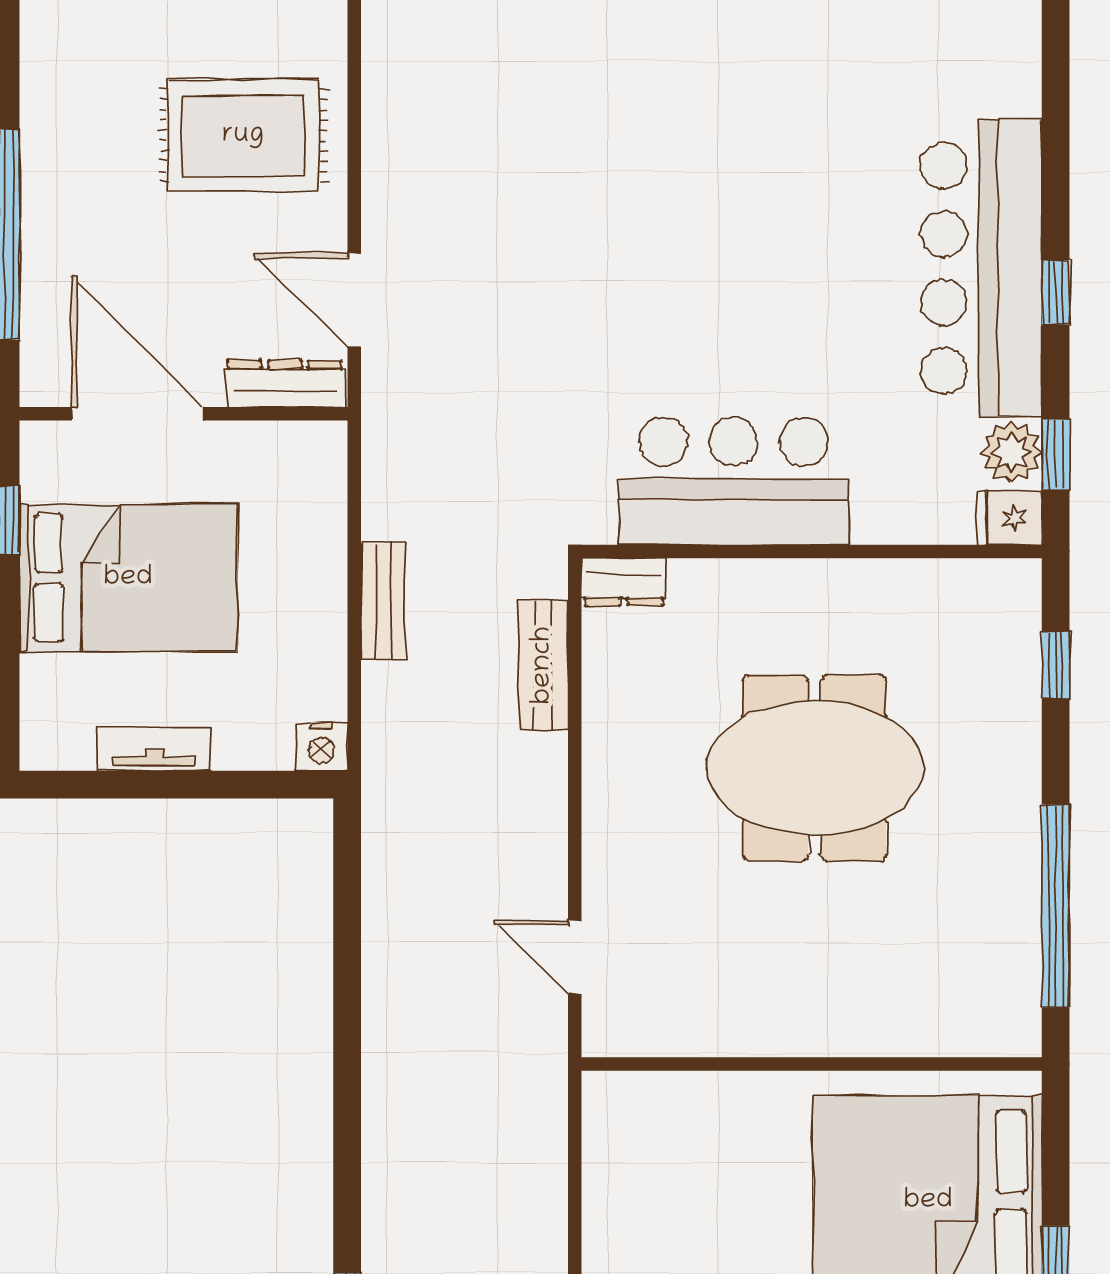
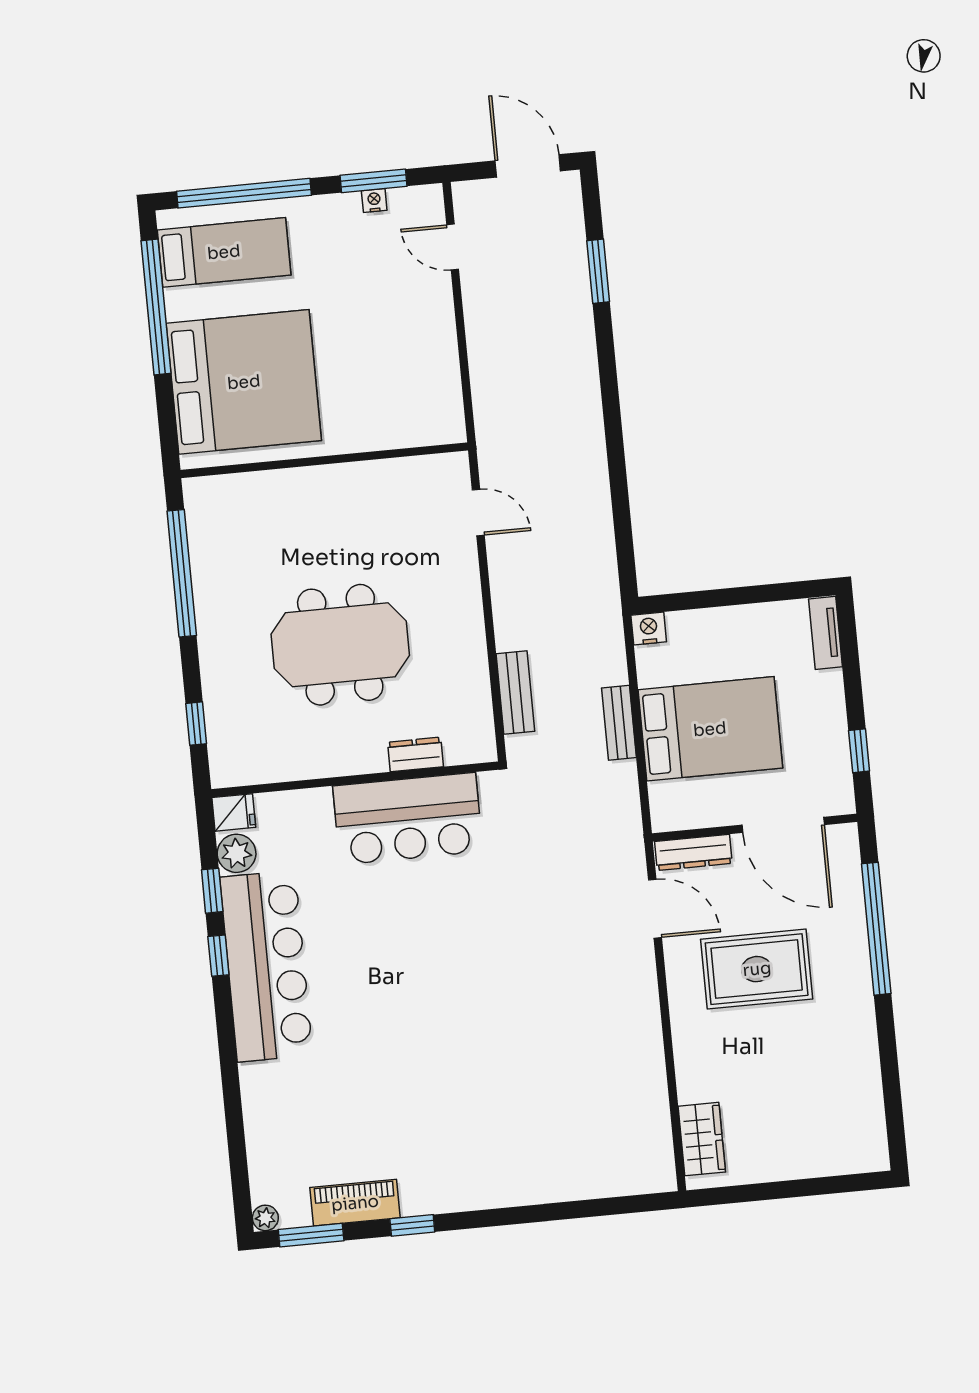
rug: (243, 135) -> (757, 969), moved
window: (1056, 455) -> (212, 891), moved
bed: (128, 578) -> (710, 729), moved, turned 180
dresser: (624, 582) -> (415, 754), moved
tv unit: (154, 749) -> (825, 633), moved, turned 90

